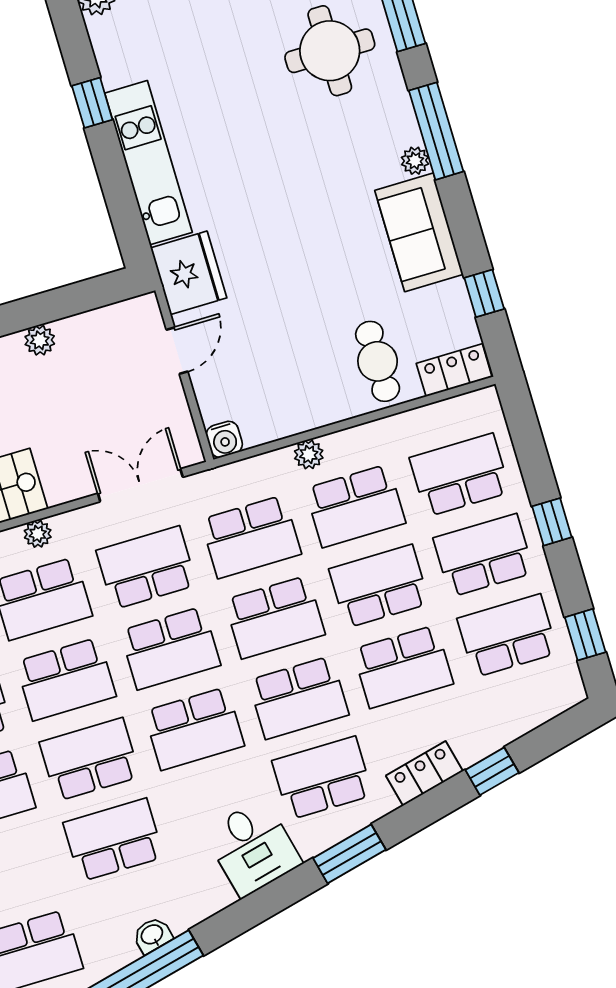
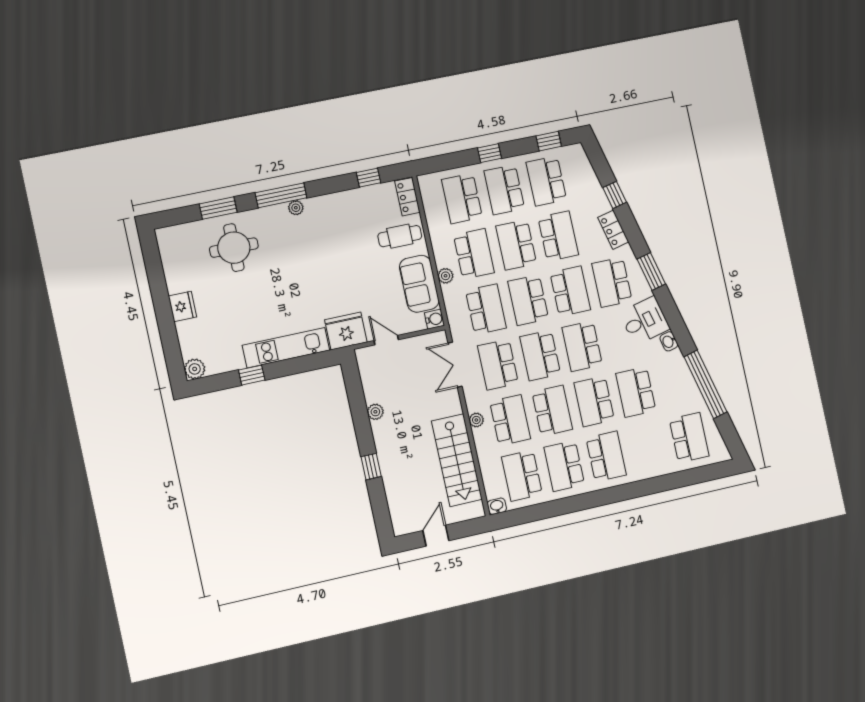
sofa: (419, 232) -> (419, 284), moved, turned 90
school desk: (275, 617) -> (528, 300), turned 180
school desk: (170, 648) -> (540, 355), turned 180
school desk: (194, 729) -> (582, 346), turned 180
washbasin: (152, 935) -> (669, 341), moved

